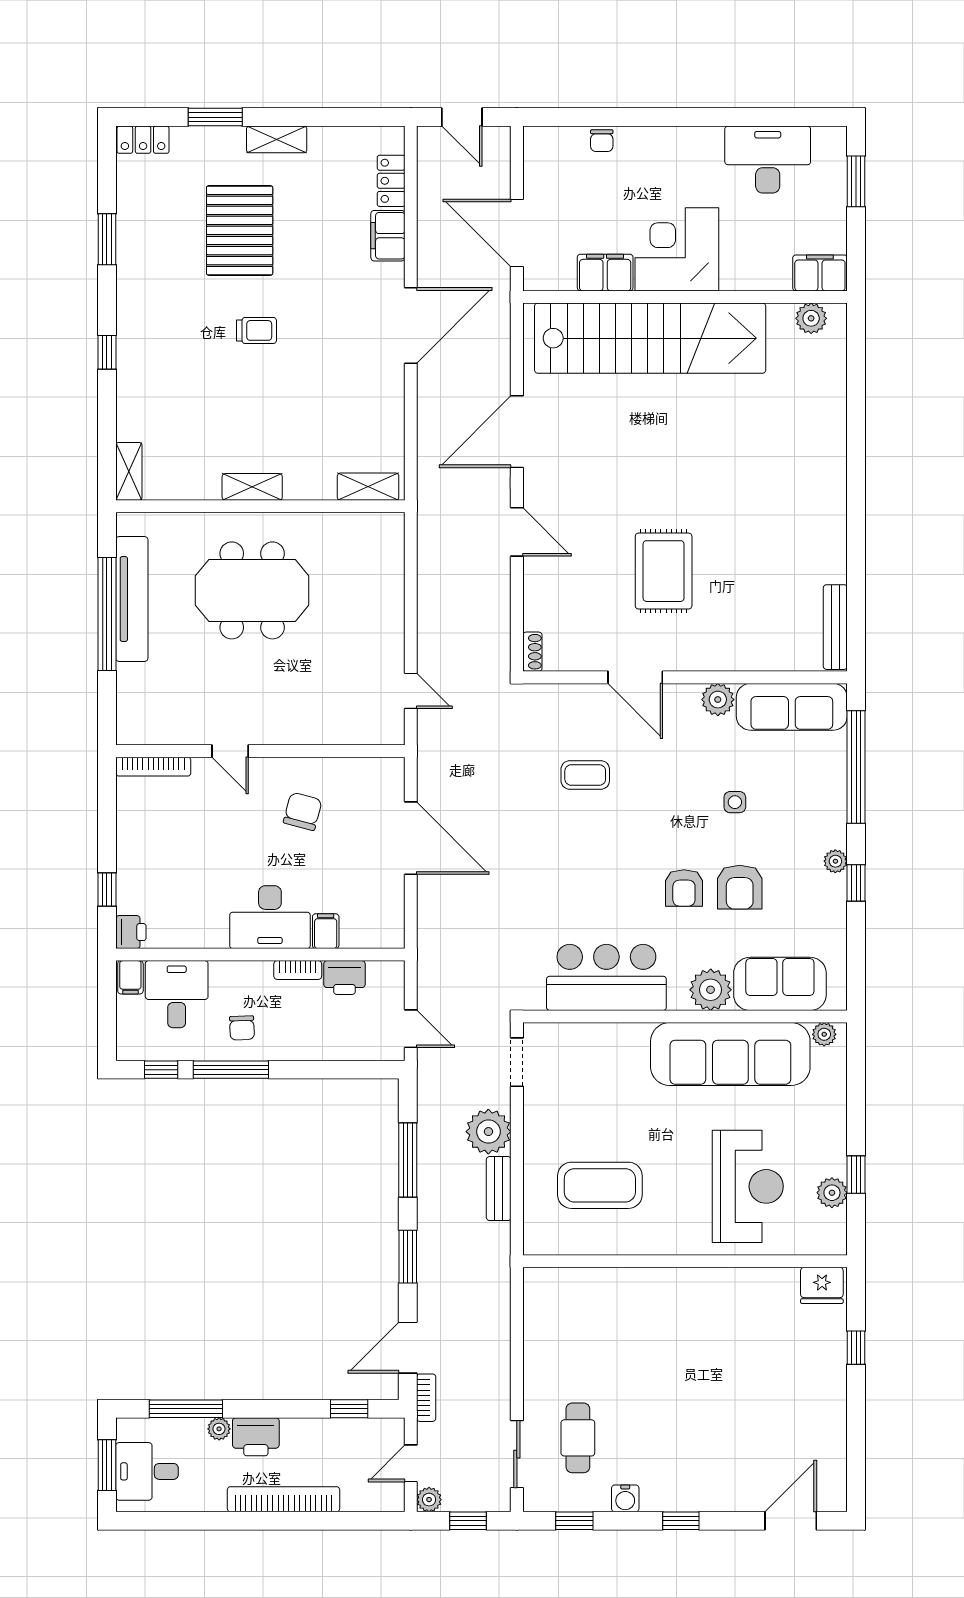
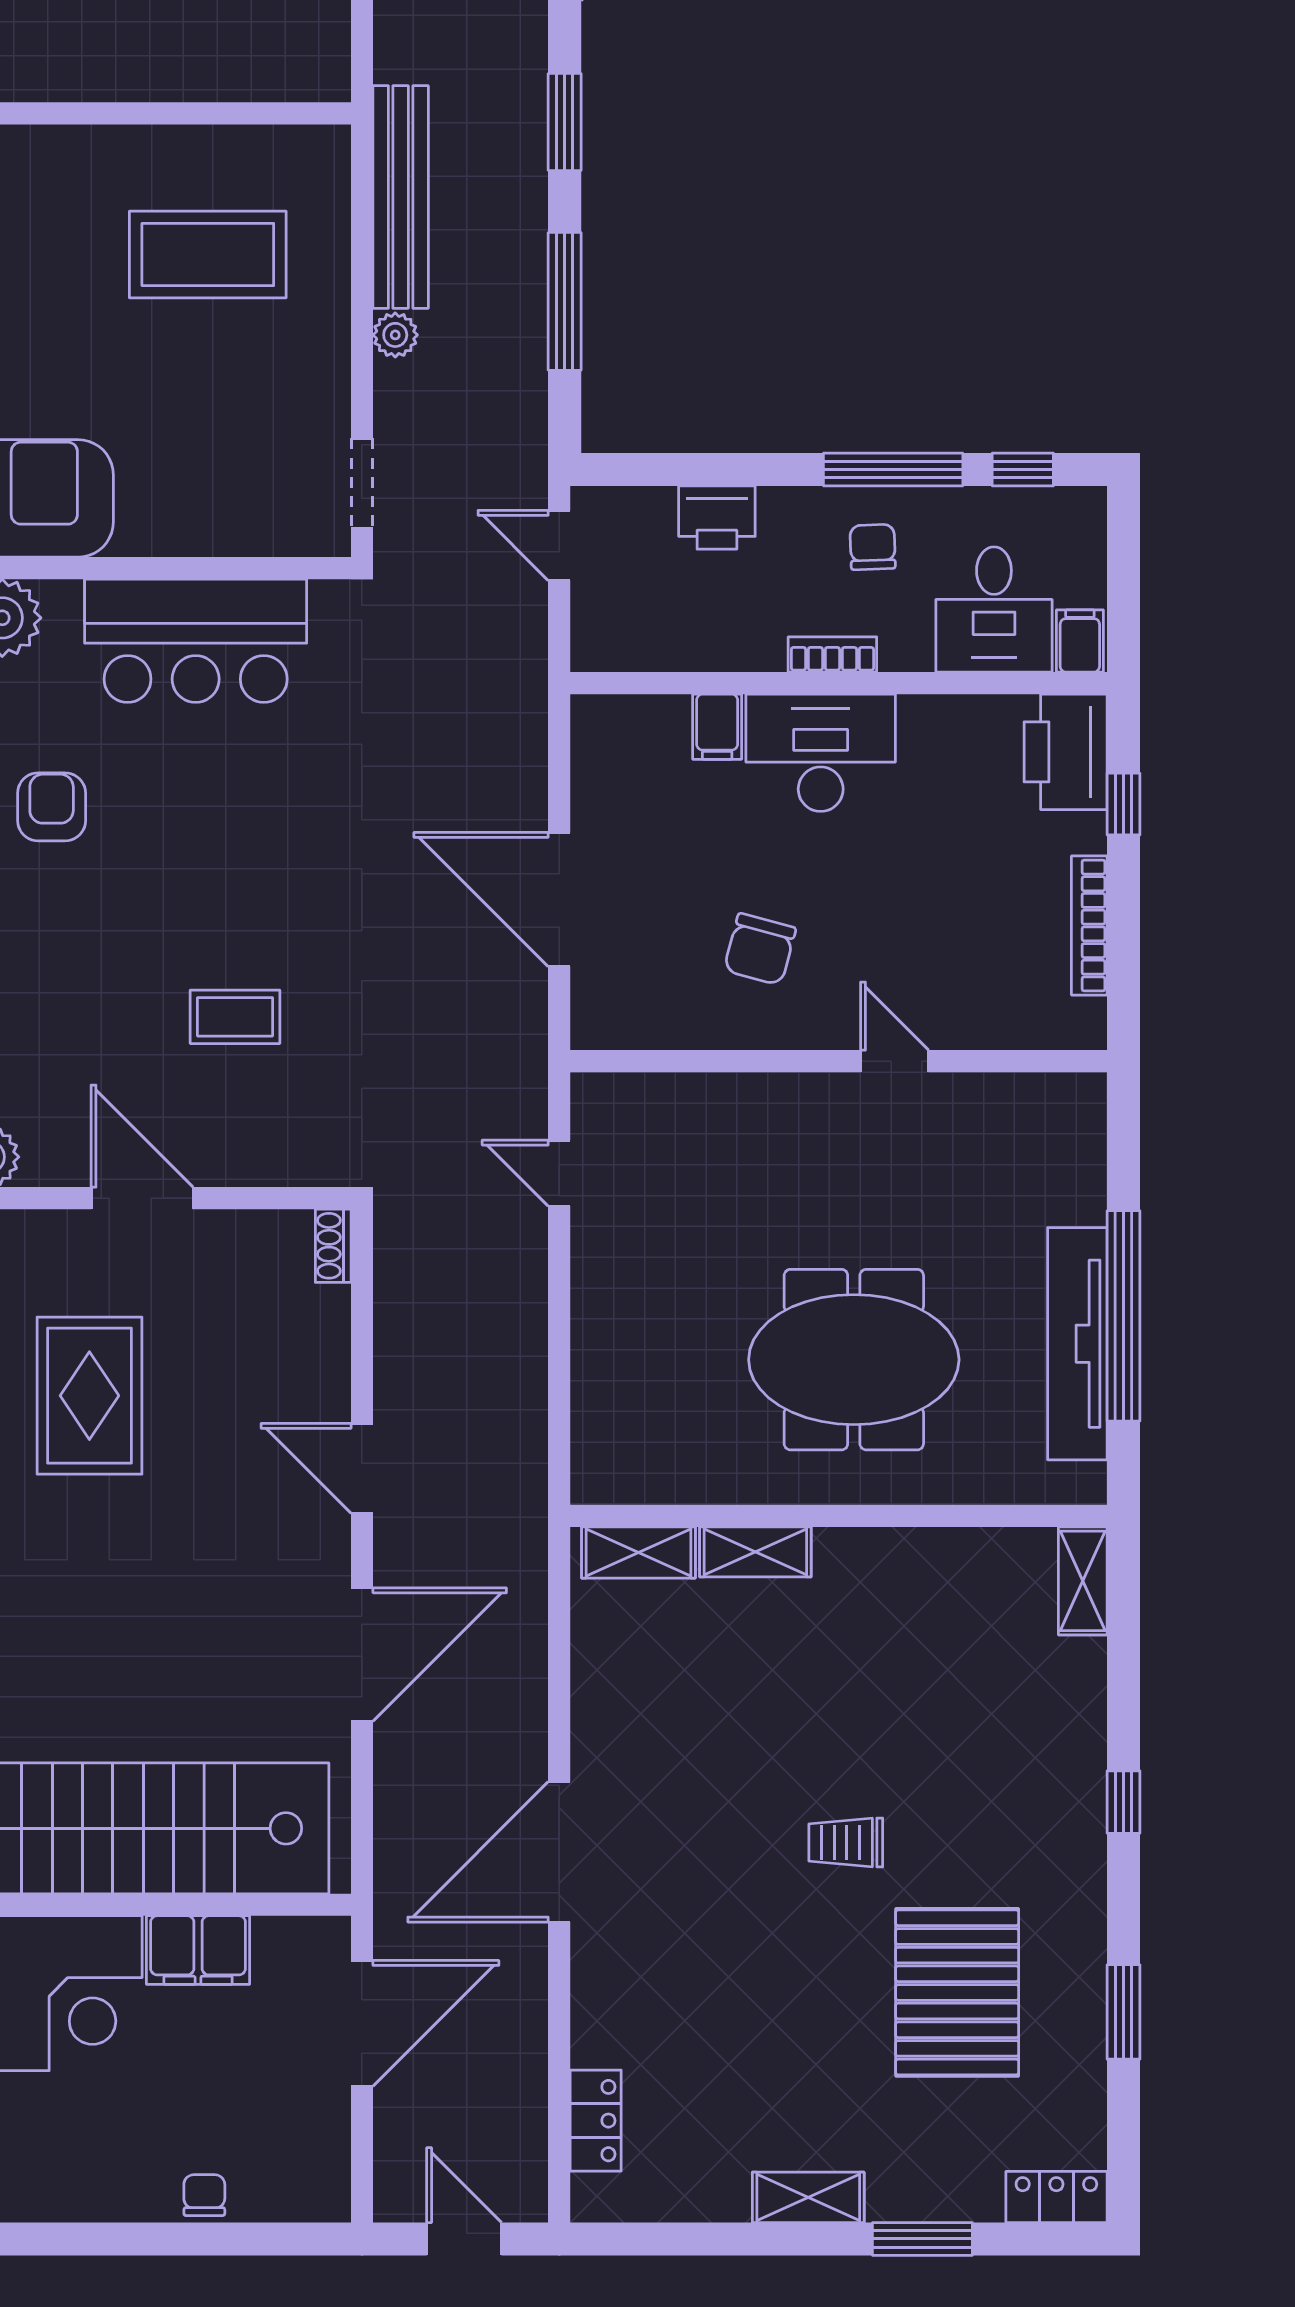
pallet: (240, 230) -> (957, 1992), moved
door: (517, 233) -> (362, 2023), hinge flipped
filing cabinet: (388, 236) -> (602, 2019), removed
shelving: (252, 487) -> (755, 1552), moved
bookcase: (153, 767) -> (1089, 925), moved, turned -90
printer: (131, 932) -> (1066, 752), width x1.87, depth x1.48
bookcase: (298, 970) -> (832, 654), moved
printer: (344, 978) -> (717, 518), moved, turned 180
plant: (488, 1132) -> (395, 335), width x0.53, depth x0.53
bench: (499, 1189) -> (401, 197), width x1.86, depth x1.21

